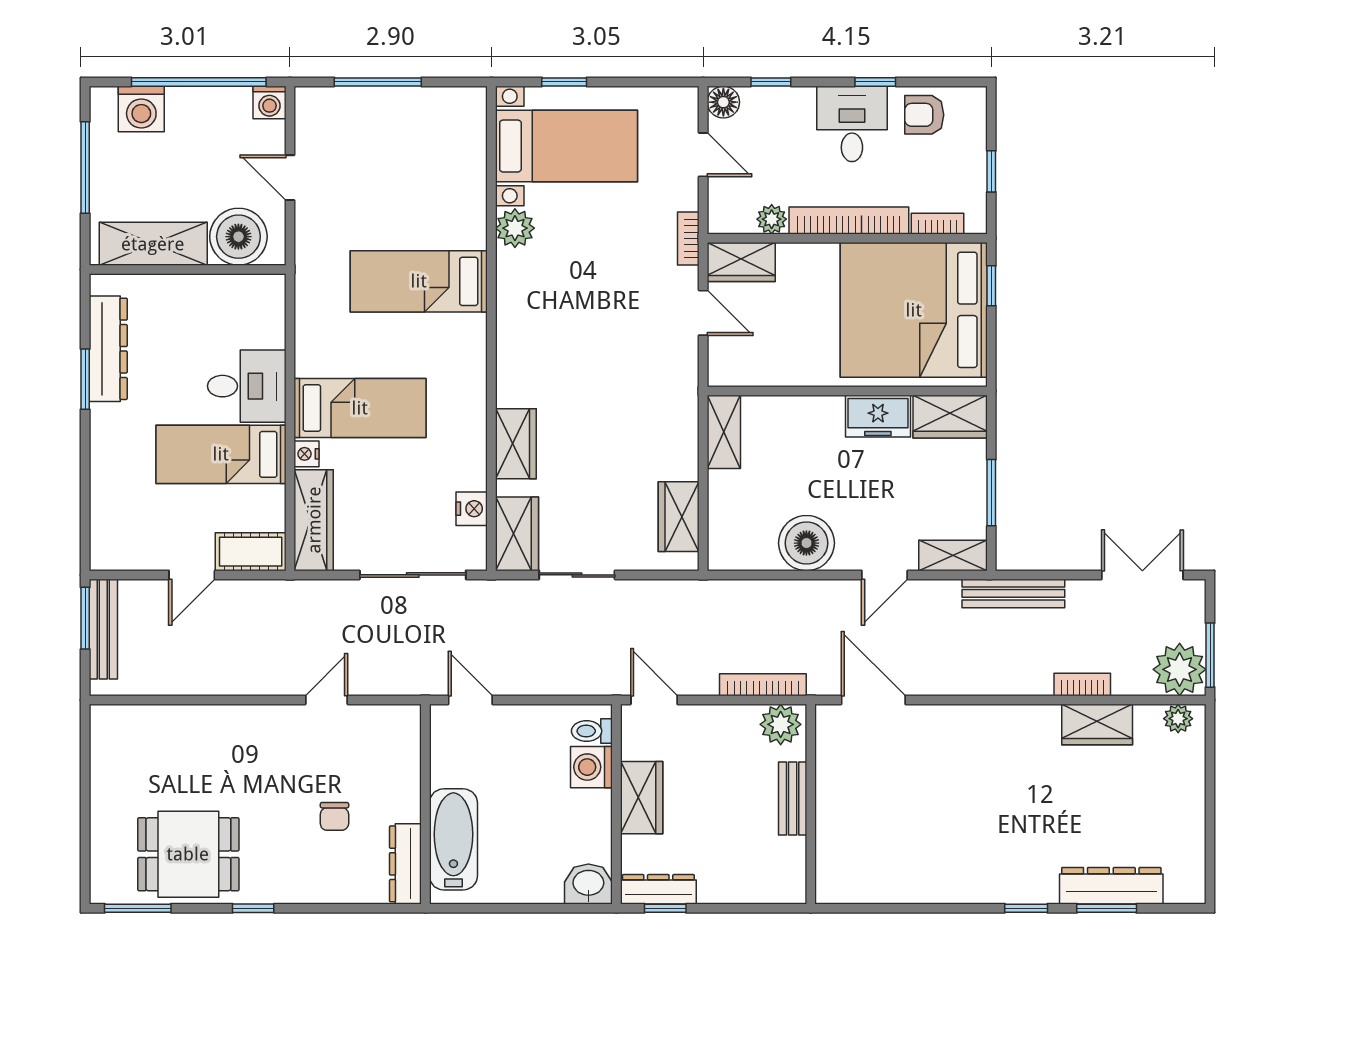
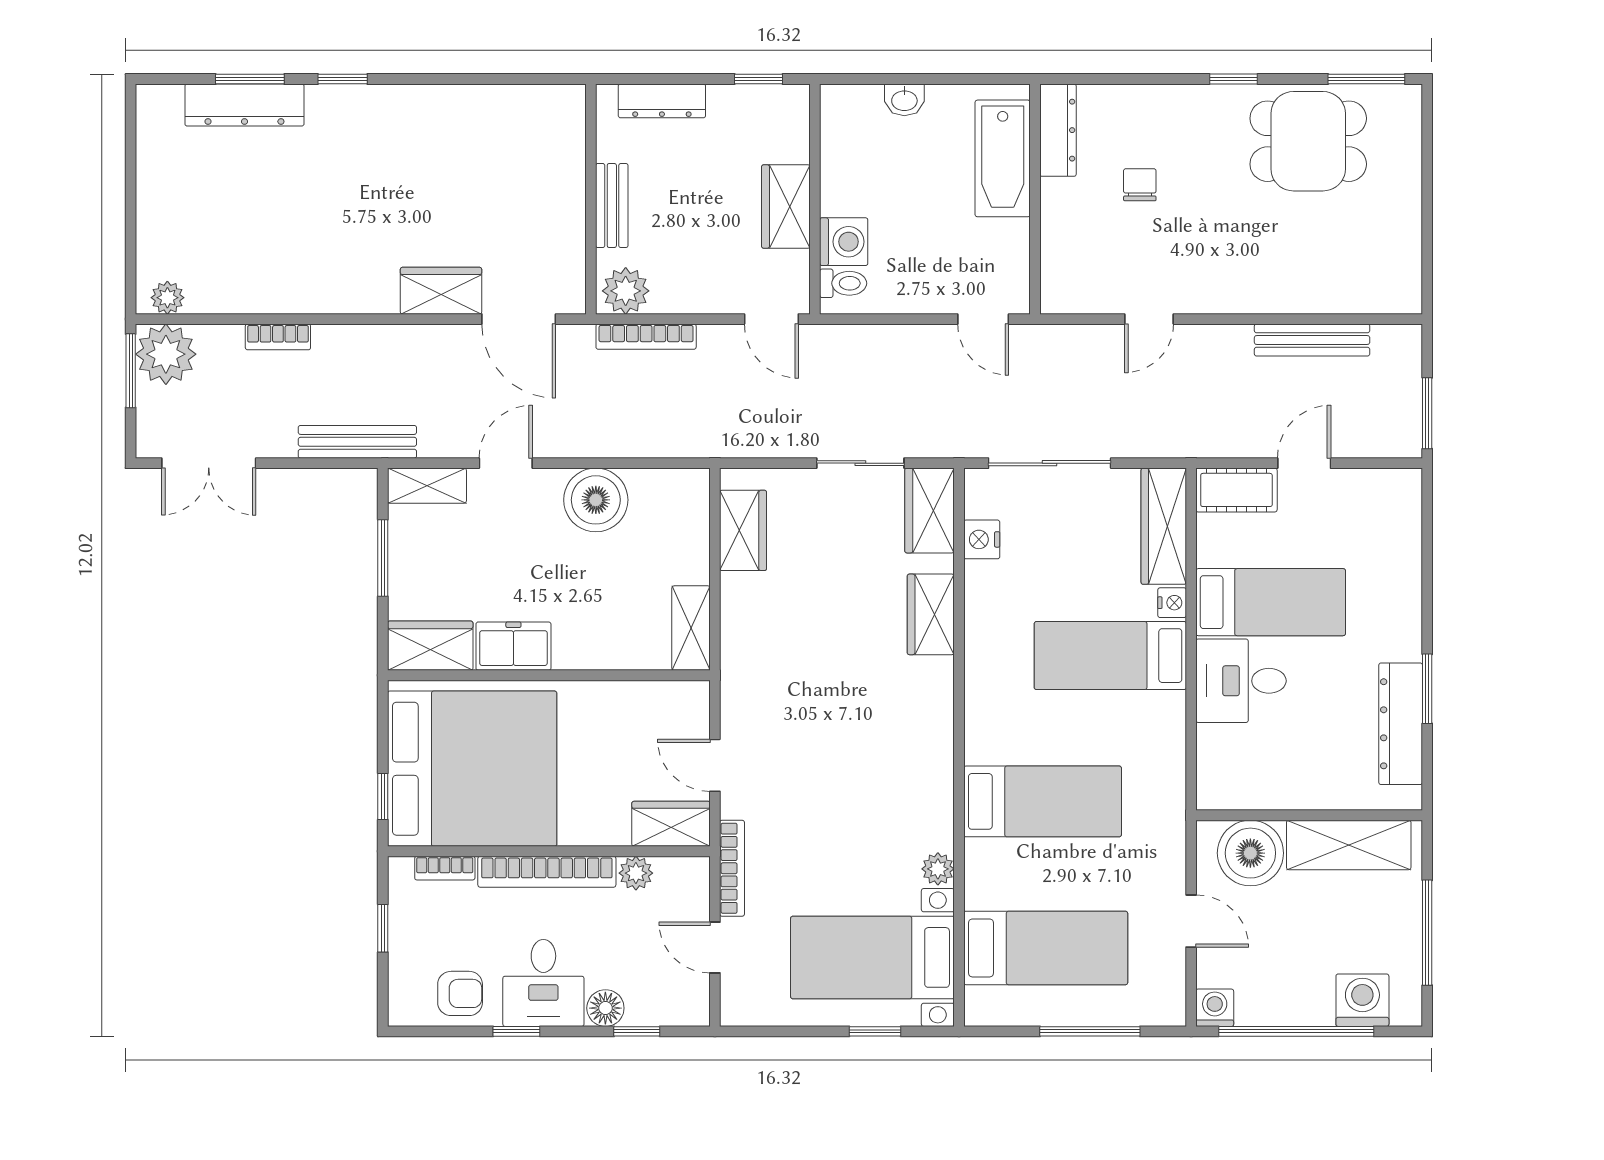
floor lamp: (723, 102) -> (605, 1008), moved
bed: (416, 154) -> (1046, 948), added
plant: (515, 228) -> (938, 869), width x0.73, depth x0.73
bookcase: (688, 238) -> (732, 868), width x1.56
bench: (103, 629) -> (1312, 340), moved, turned 90
wardrobe: (1097, 725) -> (441, 291), moved
washbasin: (588, 884) -> (904, 100), moved, width x0.72, depth x0.69
dresser: (658, 889) -> (662, 101), moved

